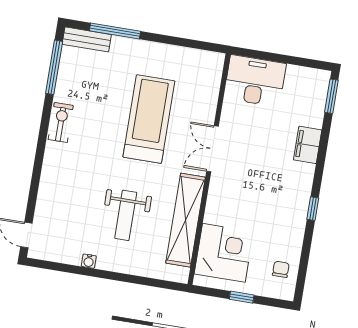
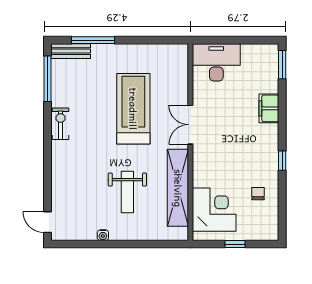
chair: (281, 269) -> (258, 194), moved

